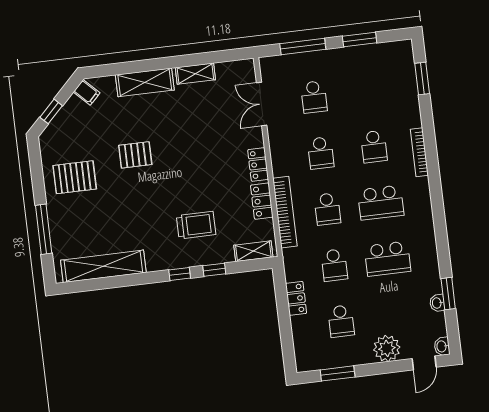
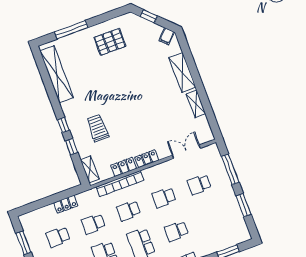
pallet: (135, 155) -> (134, 78), removed
pallet: (75, 177) -> (110, 42), turned 90
trolley: (196, 225) -> (98, 128), turned 180

